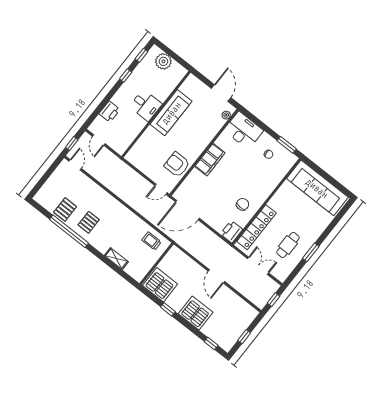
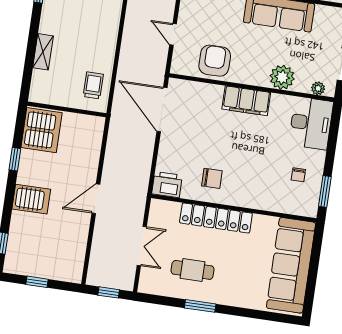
plant: (208, 132) -> (282, 77), added
door: (161, 189) -> (173, 34), moved
locker: (256, 227) -> (216, 218), moved
server rack: (196, 313) -> (31, 199), width x0.62

